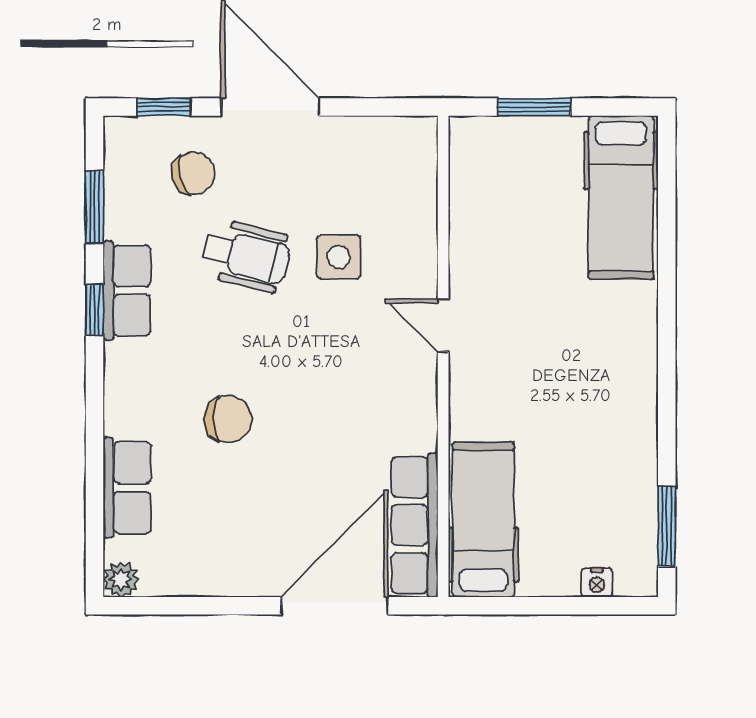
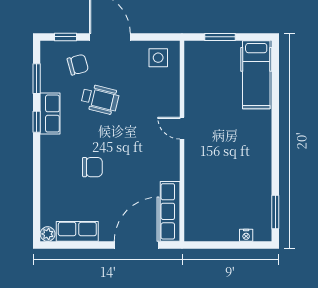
side table: (339, 257) -> (158, 58), moved
row of seats: (127, 488) -> (77, 231), moved, turned -90
hospital bed: (483, 520) -> (199, 209), removed

